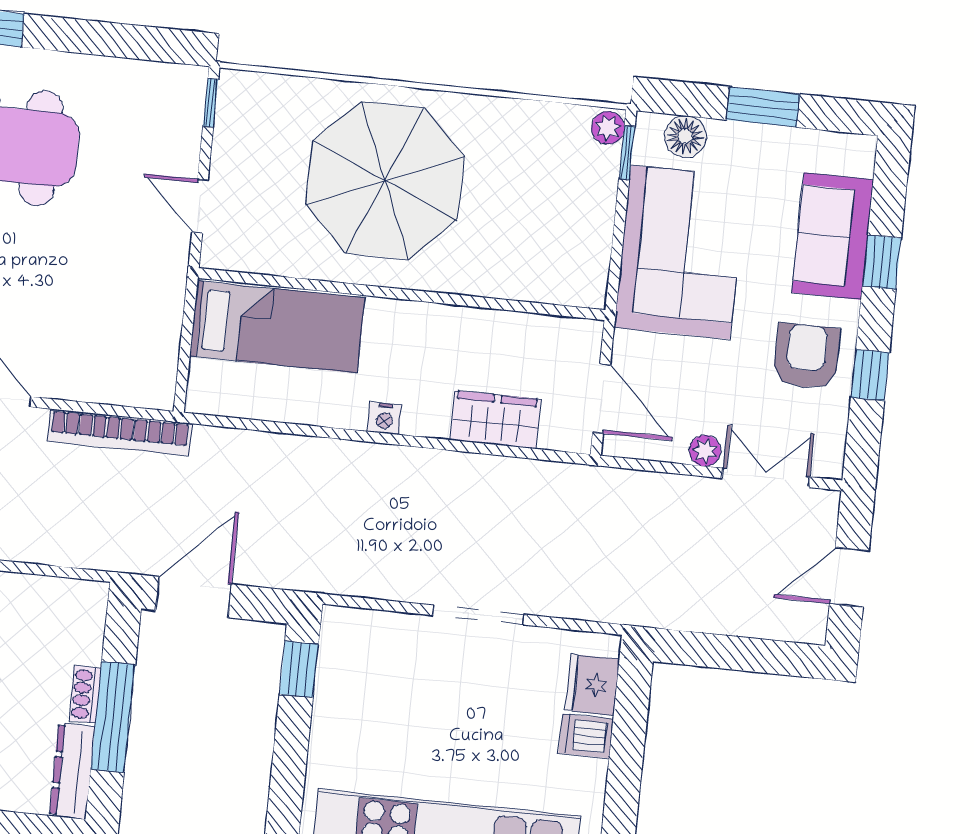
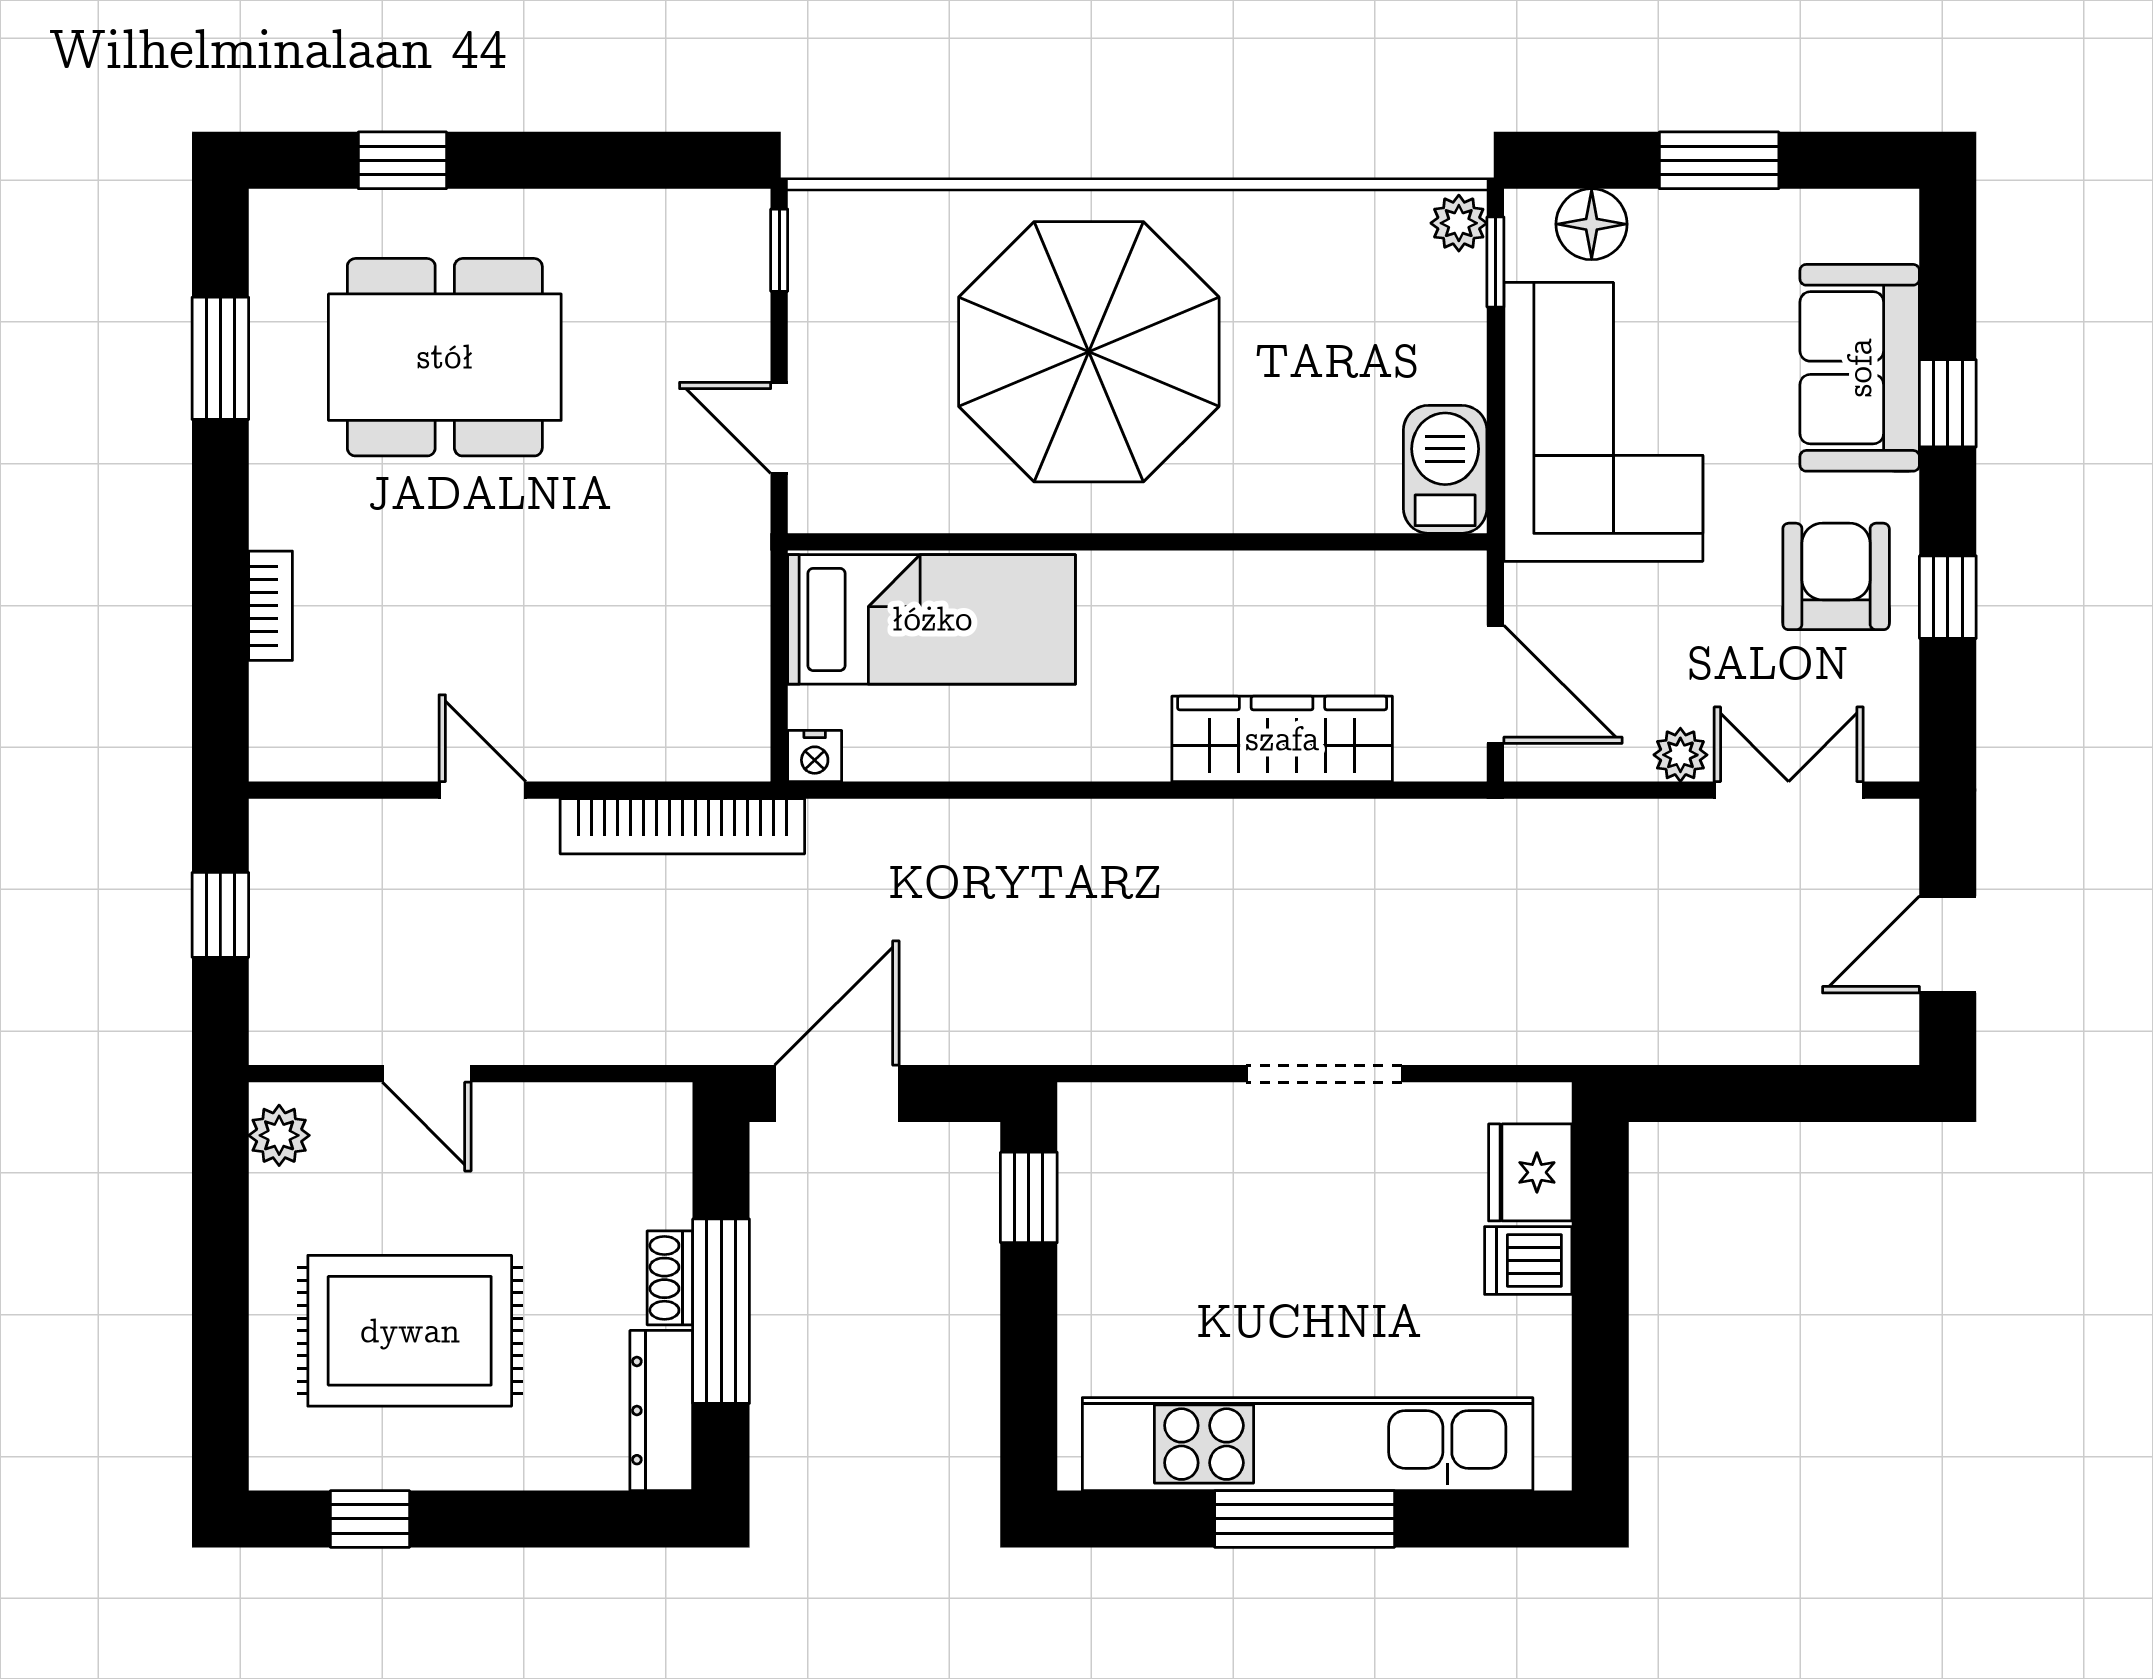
barbecue: (585, 270) -> (1445, 469), added
nightstand: (384, 418) -> (815, 756), moved
wardrobe: (495, 420) -> (1282, 739), width x1.50

